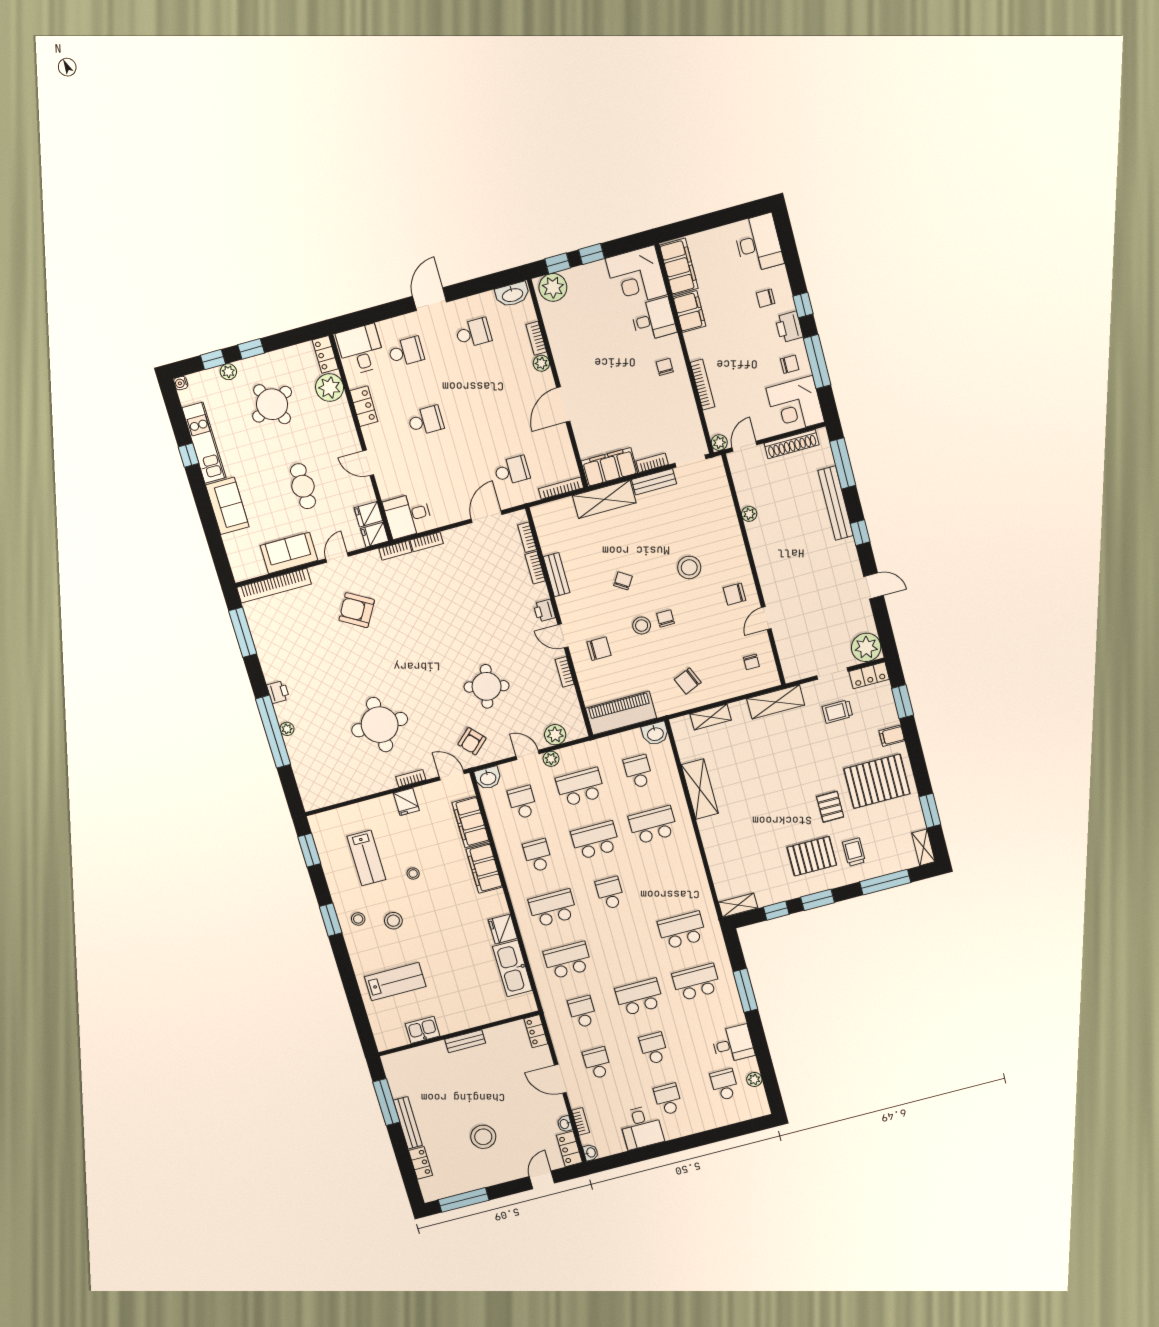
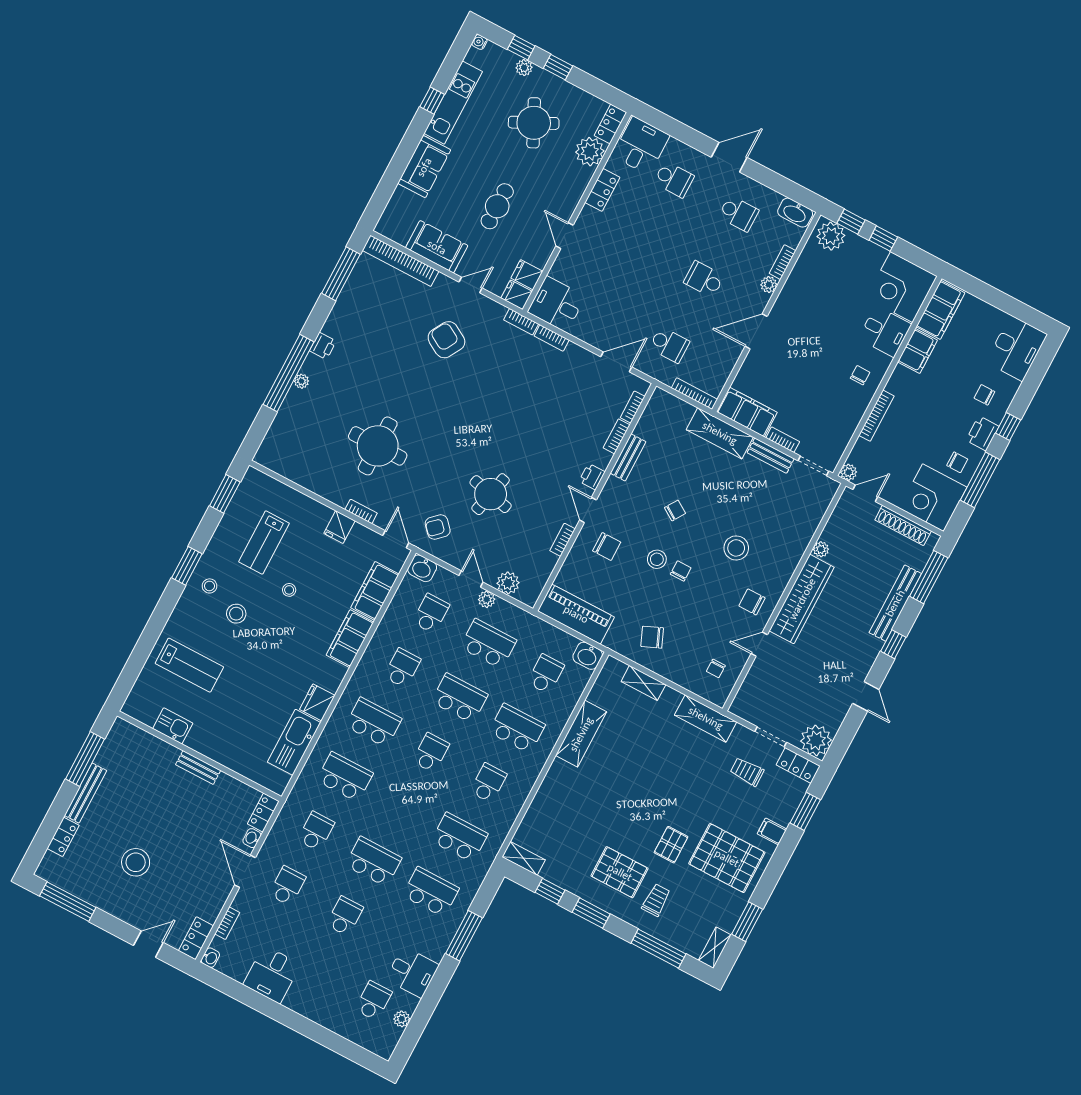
school desk: (426, 421) -> (704, 279), moved, turned 180
wardrobe: (767, 560) -> (802, 599), added
school desk: (668, 1099) -> (488, 783), moved
washbasin: (565, 1124) -> (252, 838), moved

